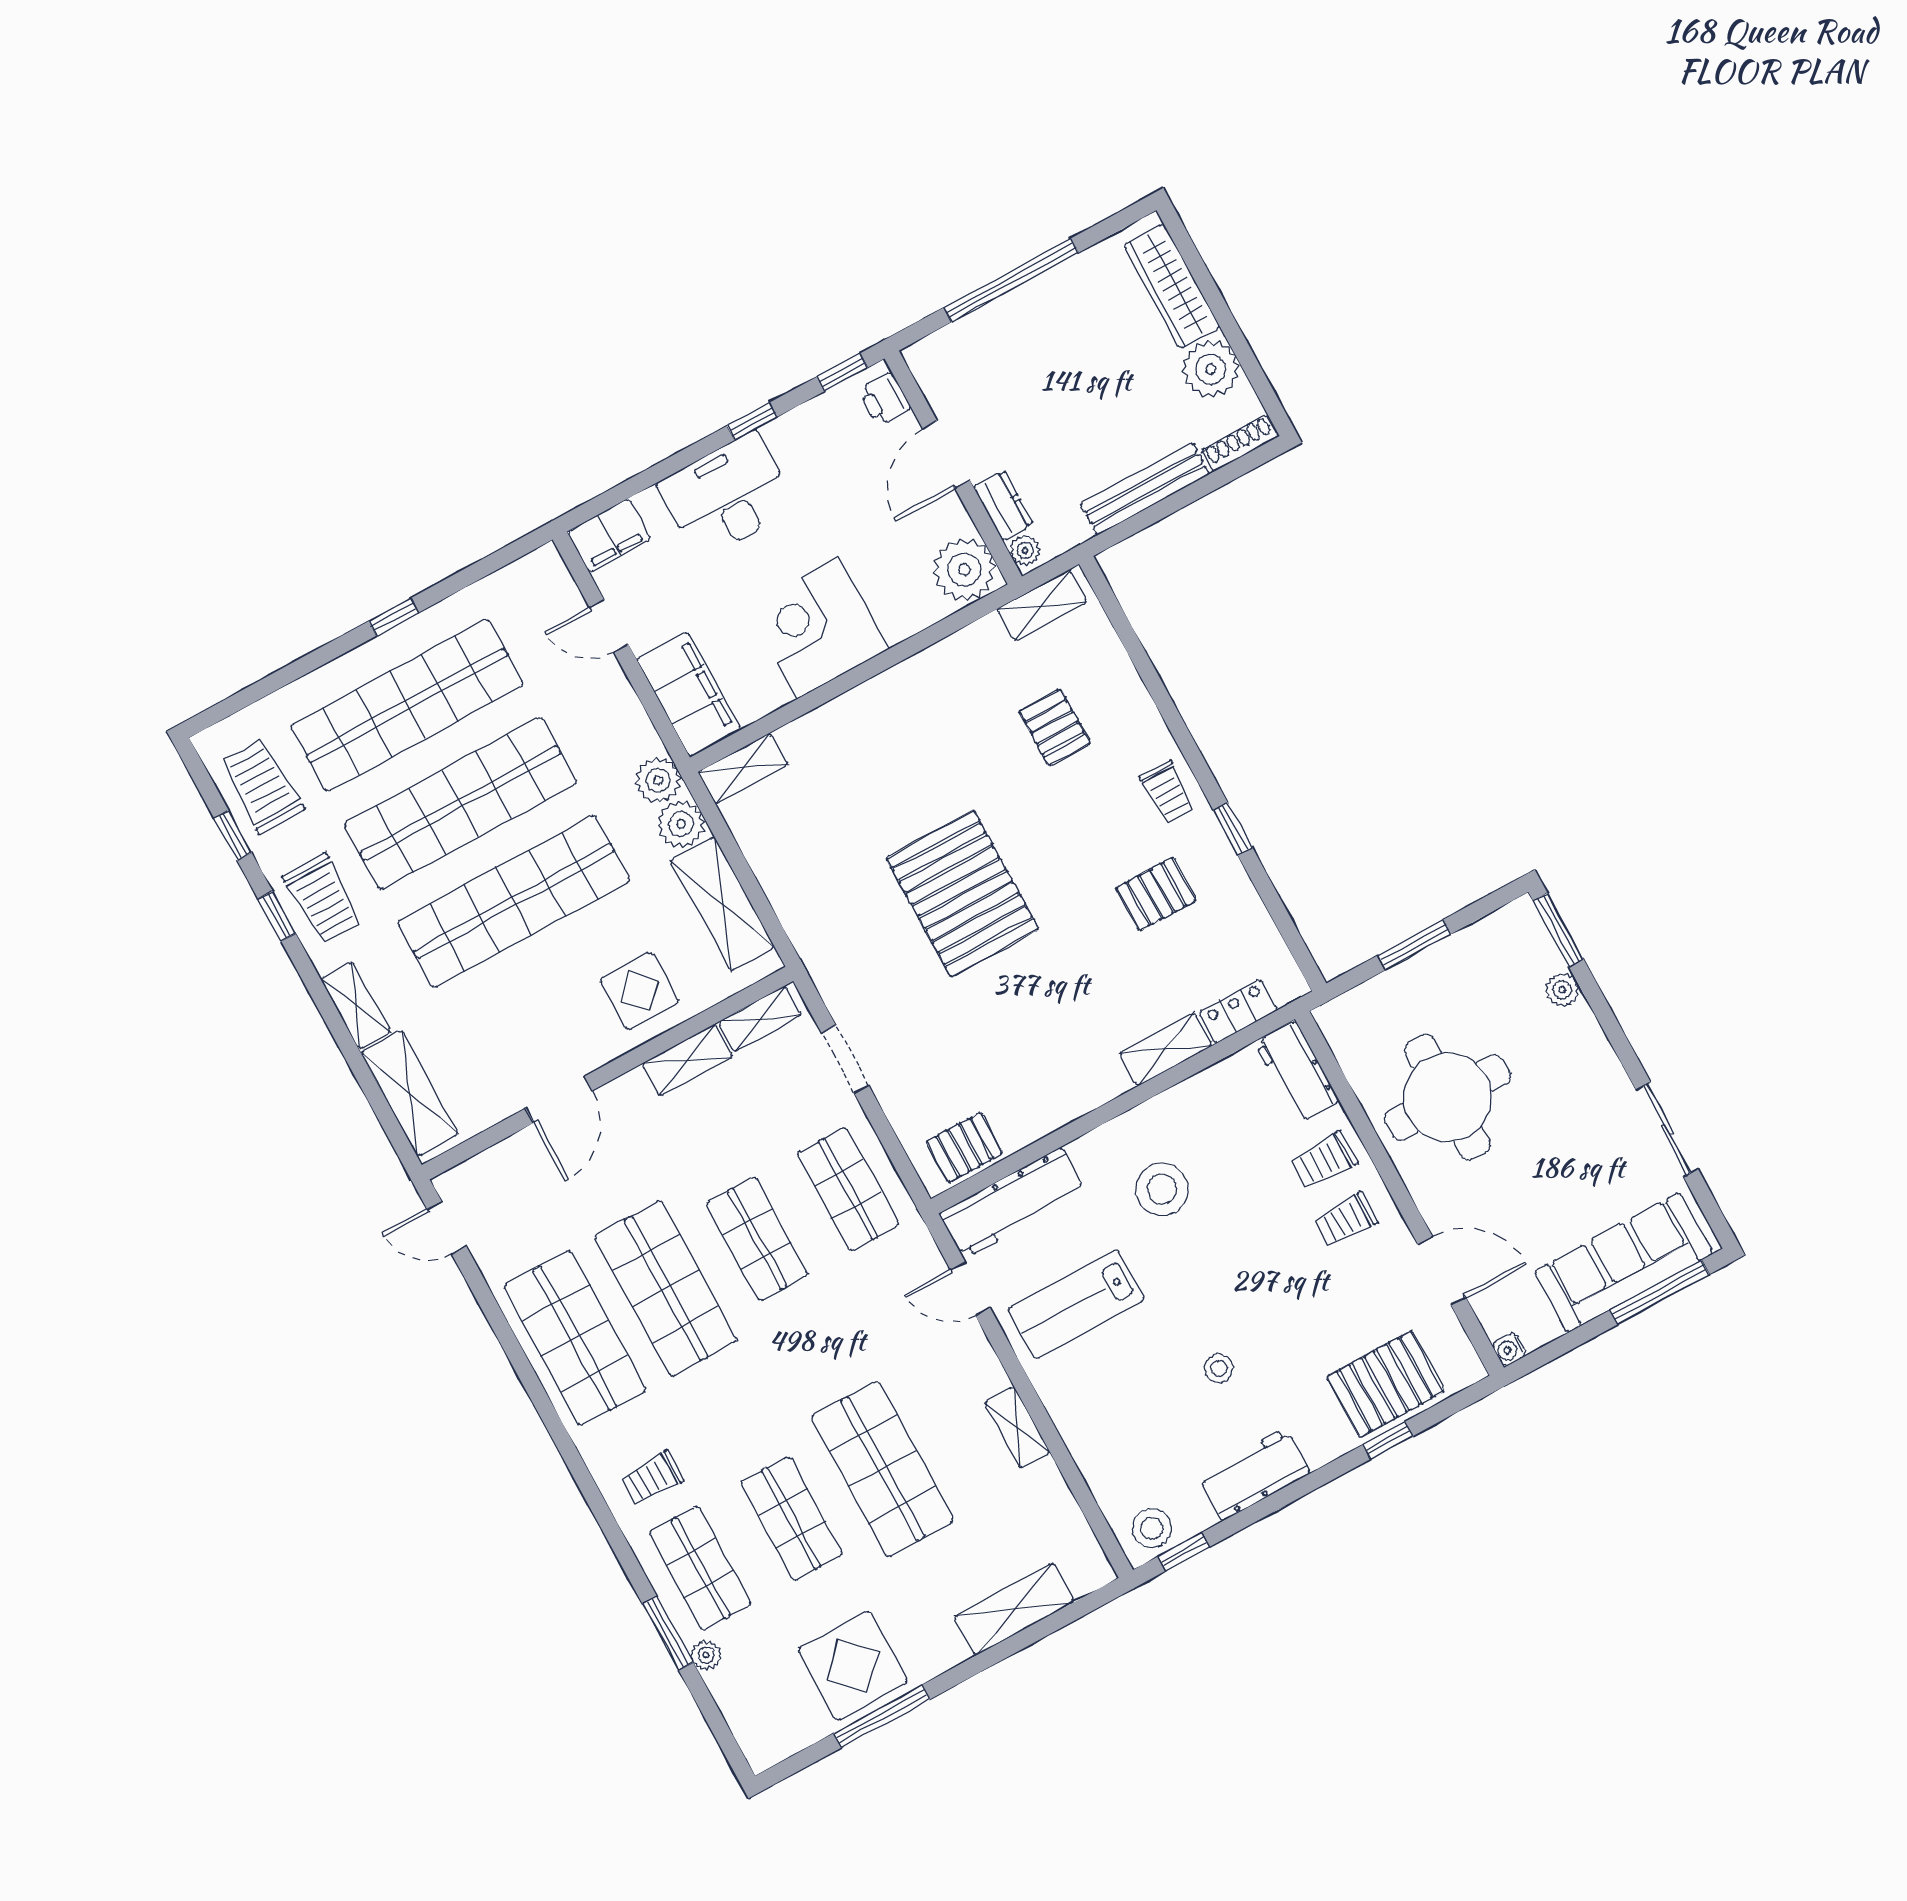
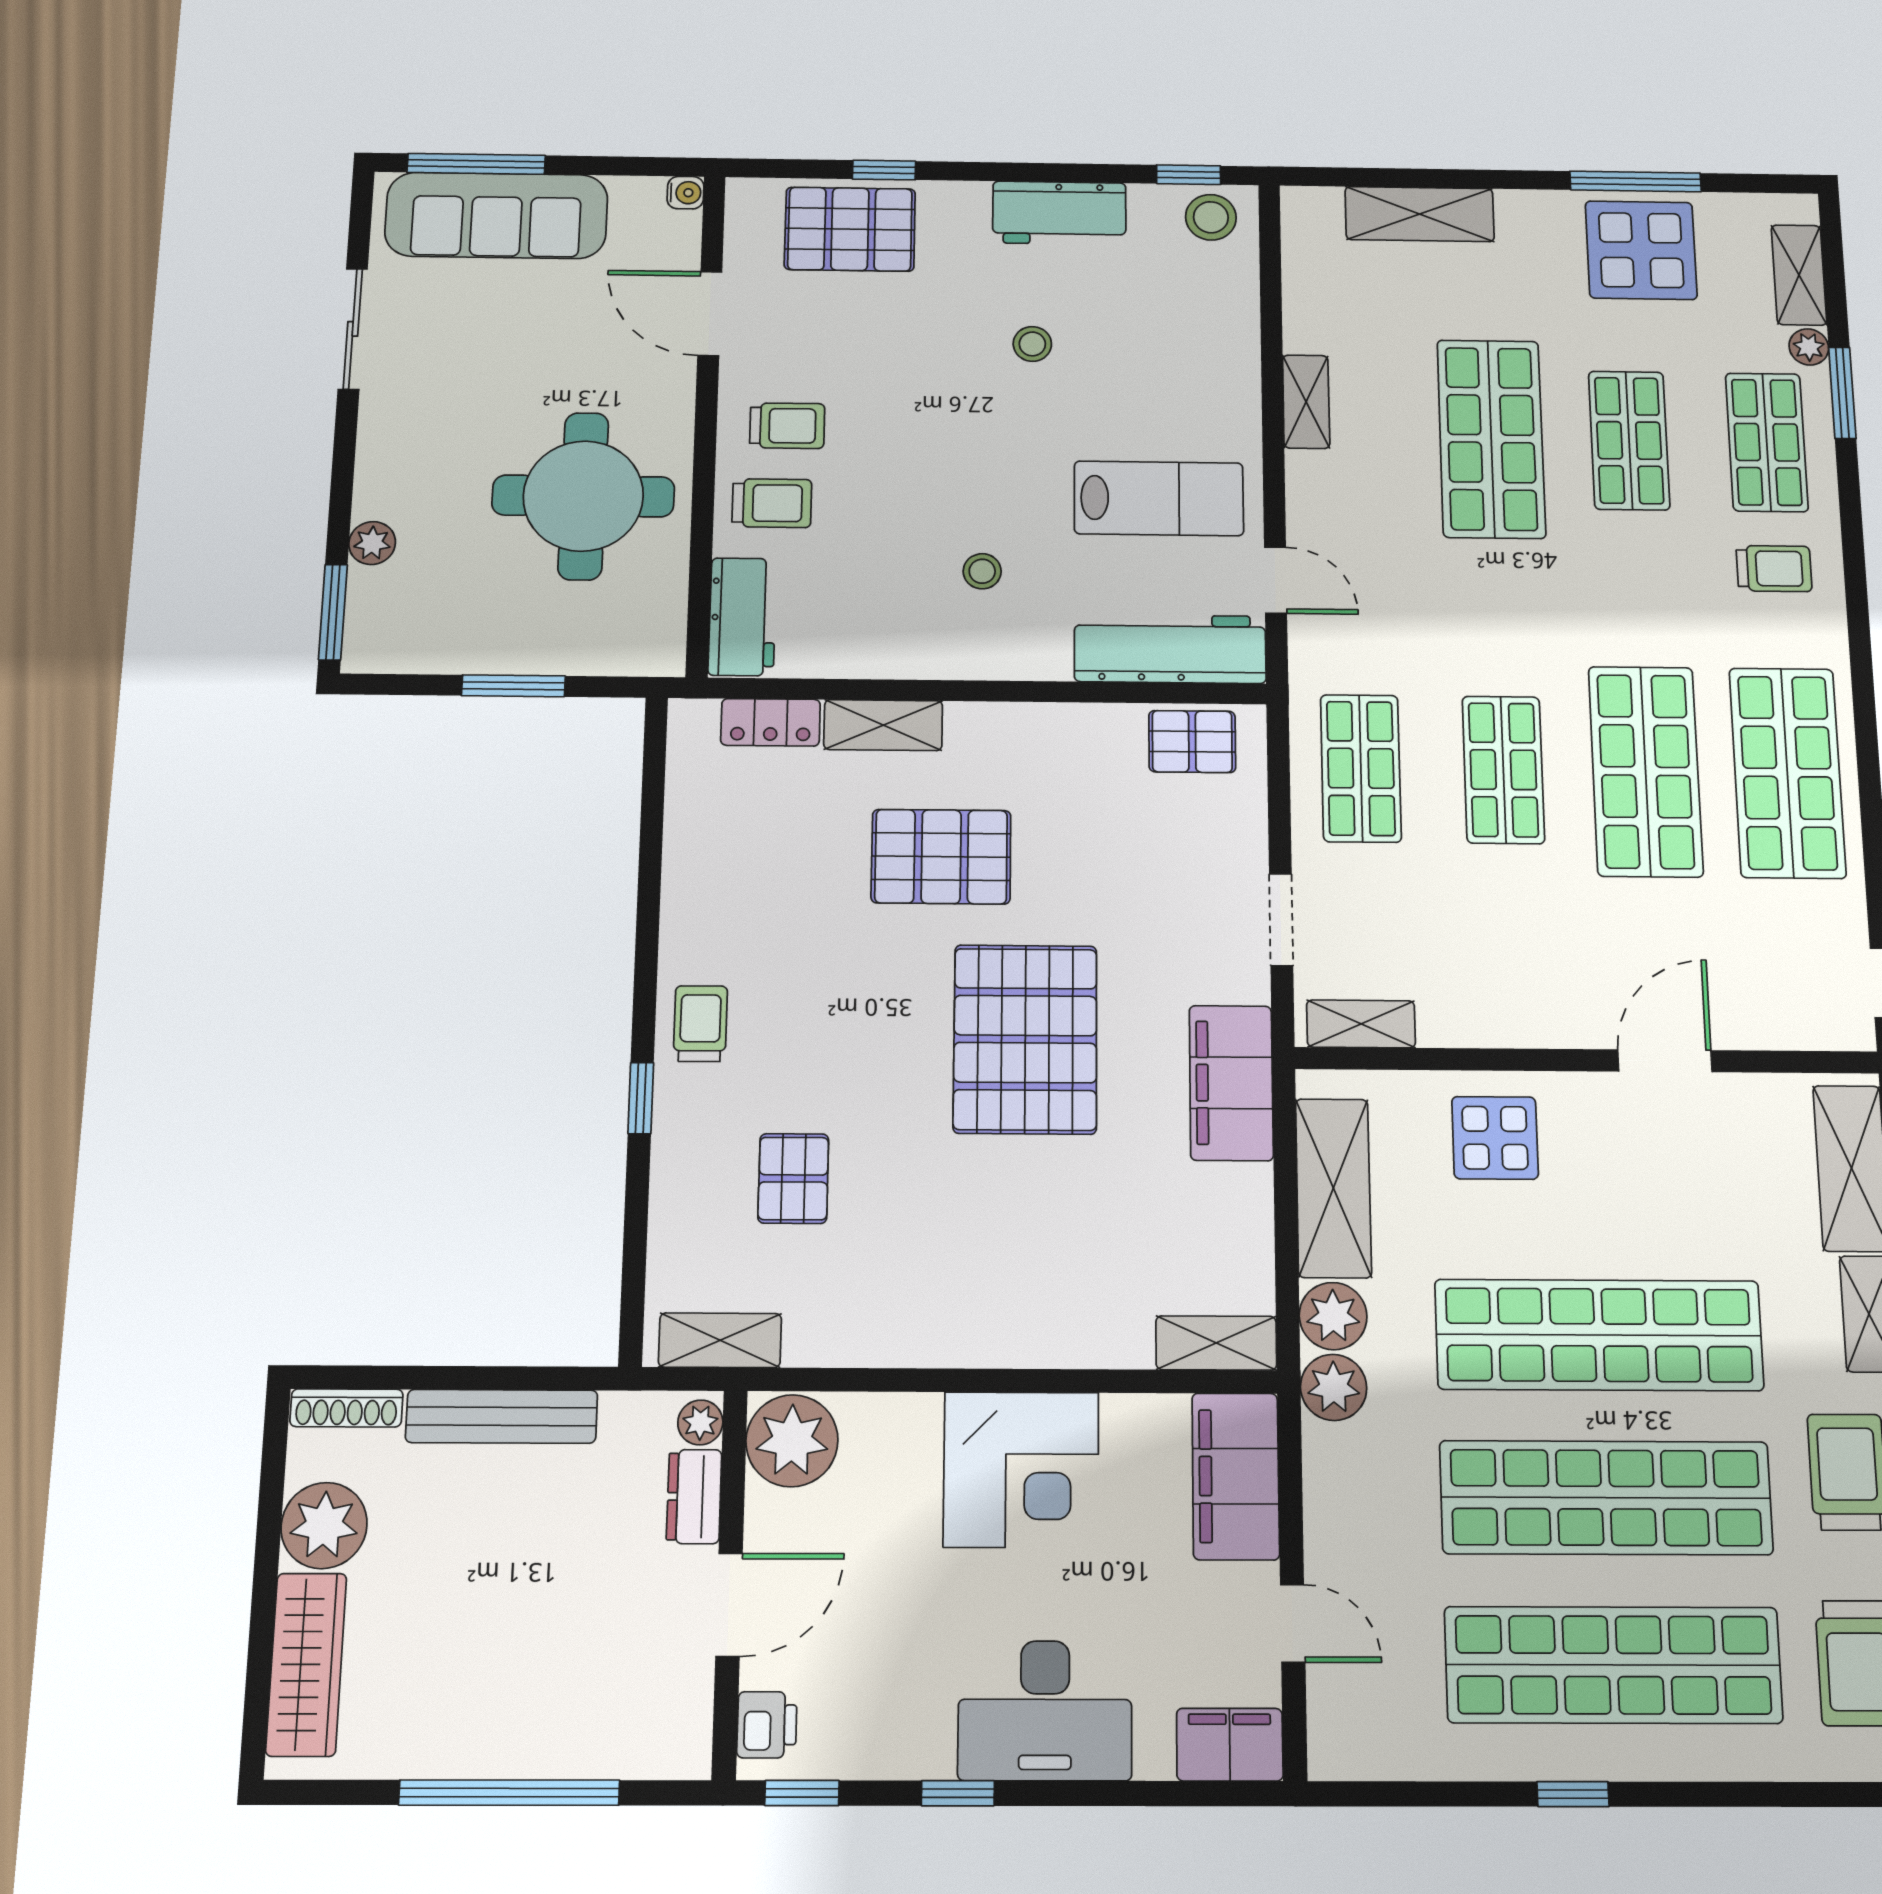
window: (1233, 829) -> (641, 1098), moved
pallet: (1156, 894) -> (941, 857), moved, width x1.50, depth x1.42
filing cabinet: (820, 936) -> (1231, 1083), added
shelving: (687, 1060) -> (1799, 275), moved, turned 90
stool: (1162, 1189) -> (982, 571), width x0.53, depth x0.53

